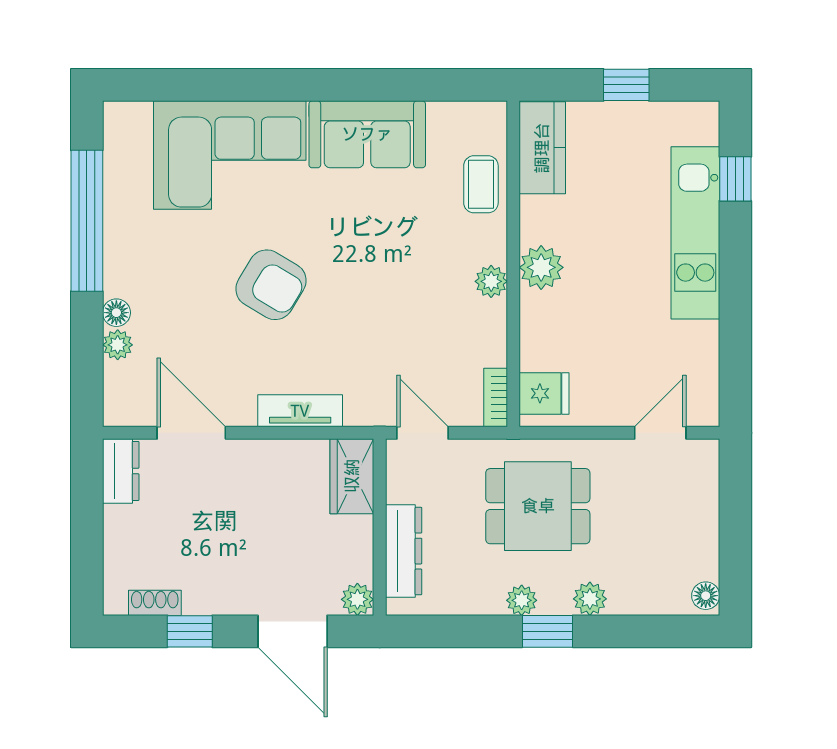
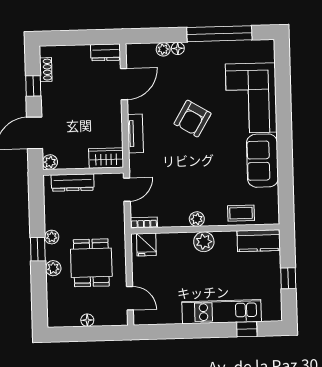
dining table: (538, 506) -> (91, 263), moved
floor lamp: (706, 596) -> (87, 320), moved

